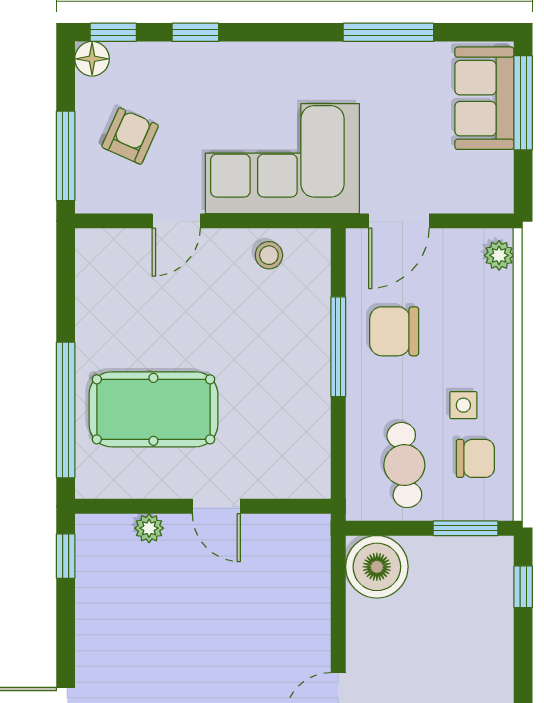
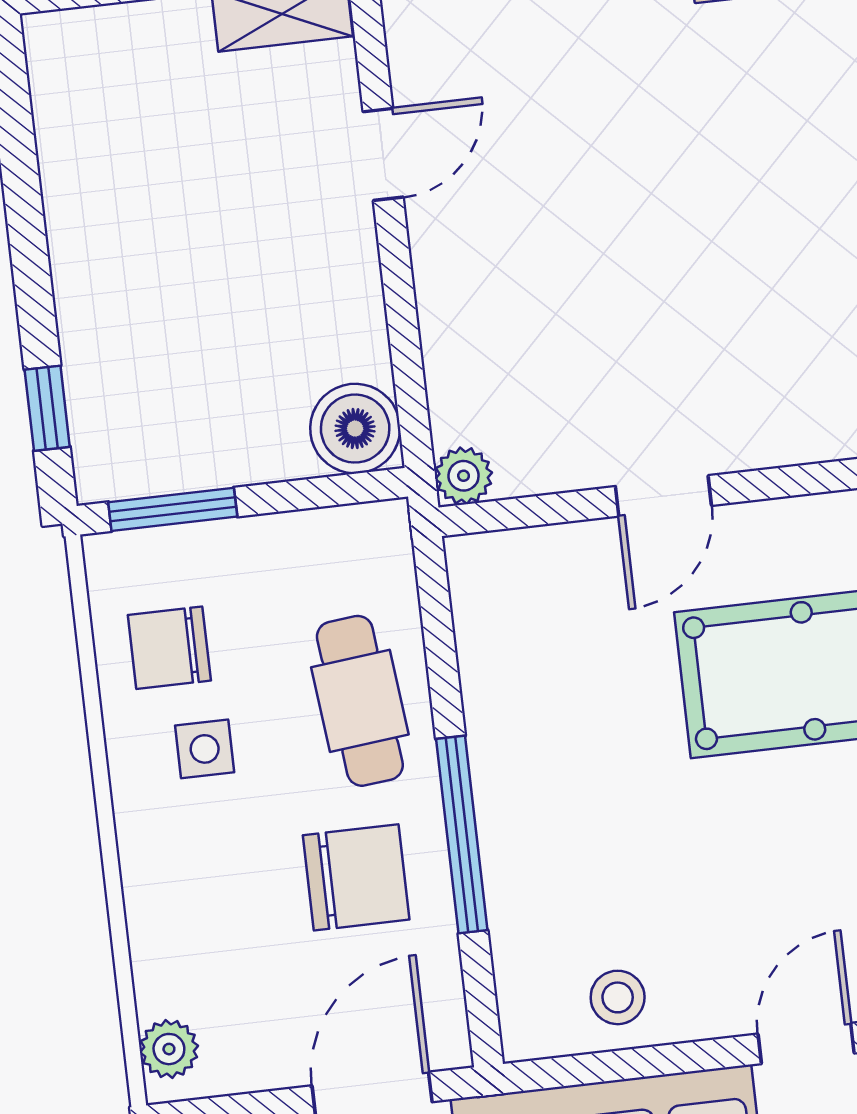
cafe table: (404, 465) -> (360, 701), moved
door: (216, 506) -> (663, 496), swing flipped
plant: (149, 528) -> (464, 476), moved
boiler: (377, 567) -> (355, 429), width x0.73, depth x0.73

